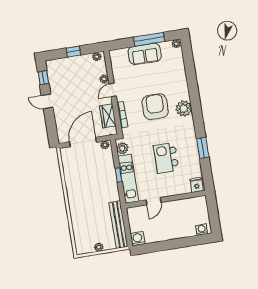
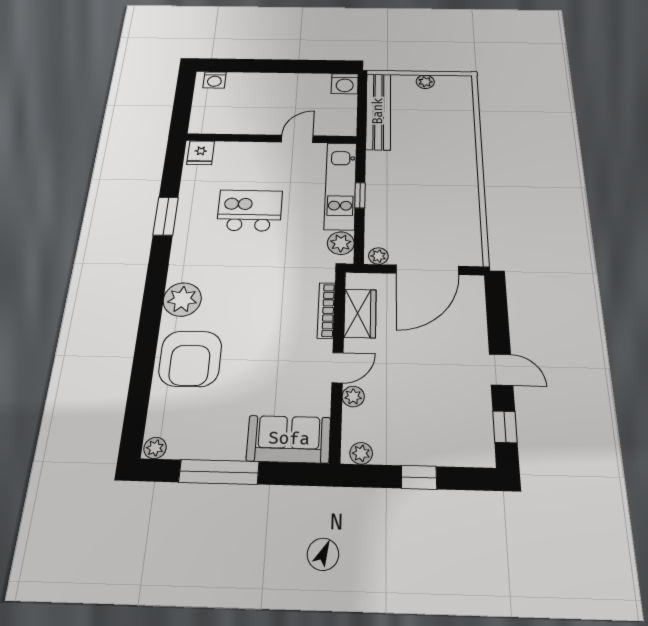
sofa: (145, 54) -> (289, 439), moved
armchair: (155, 107) -> (190, 359), moved
kitchen island: (166, 158) -> (250, 210), turned -90

